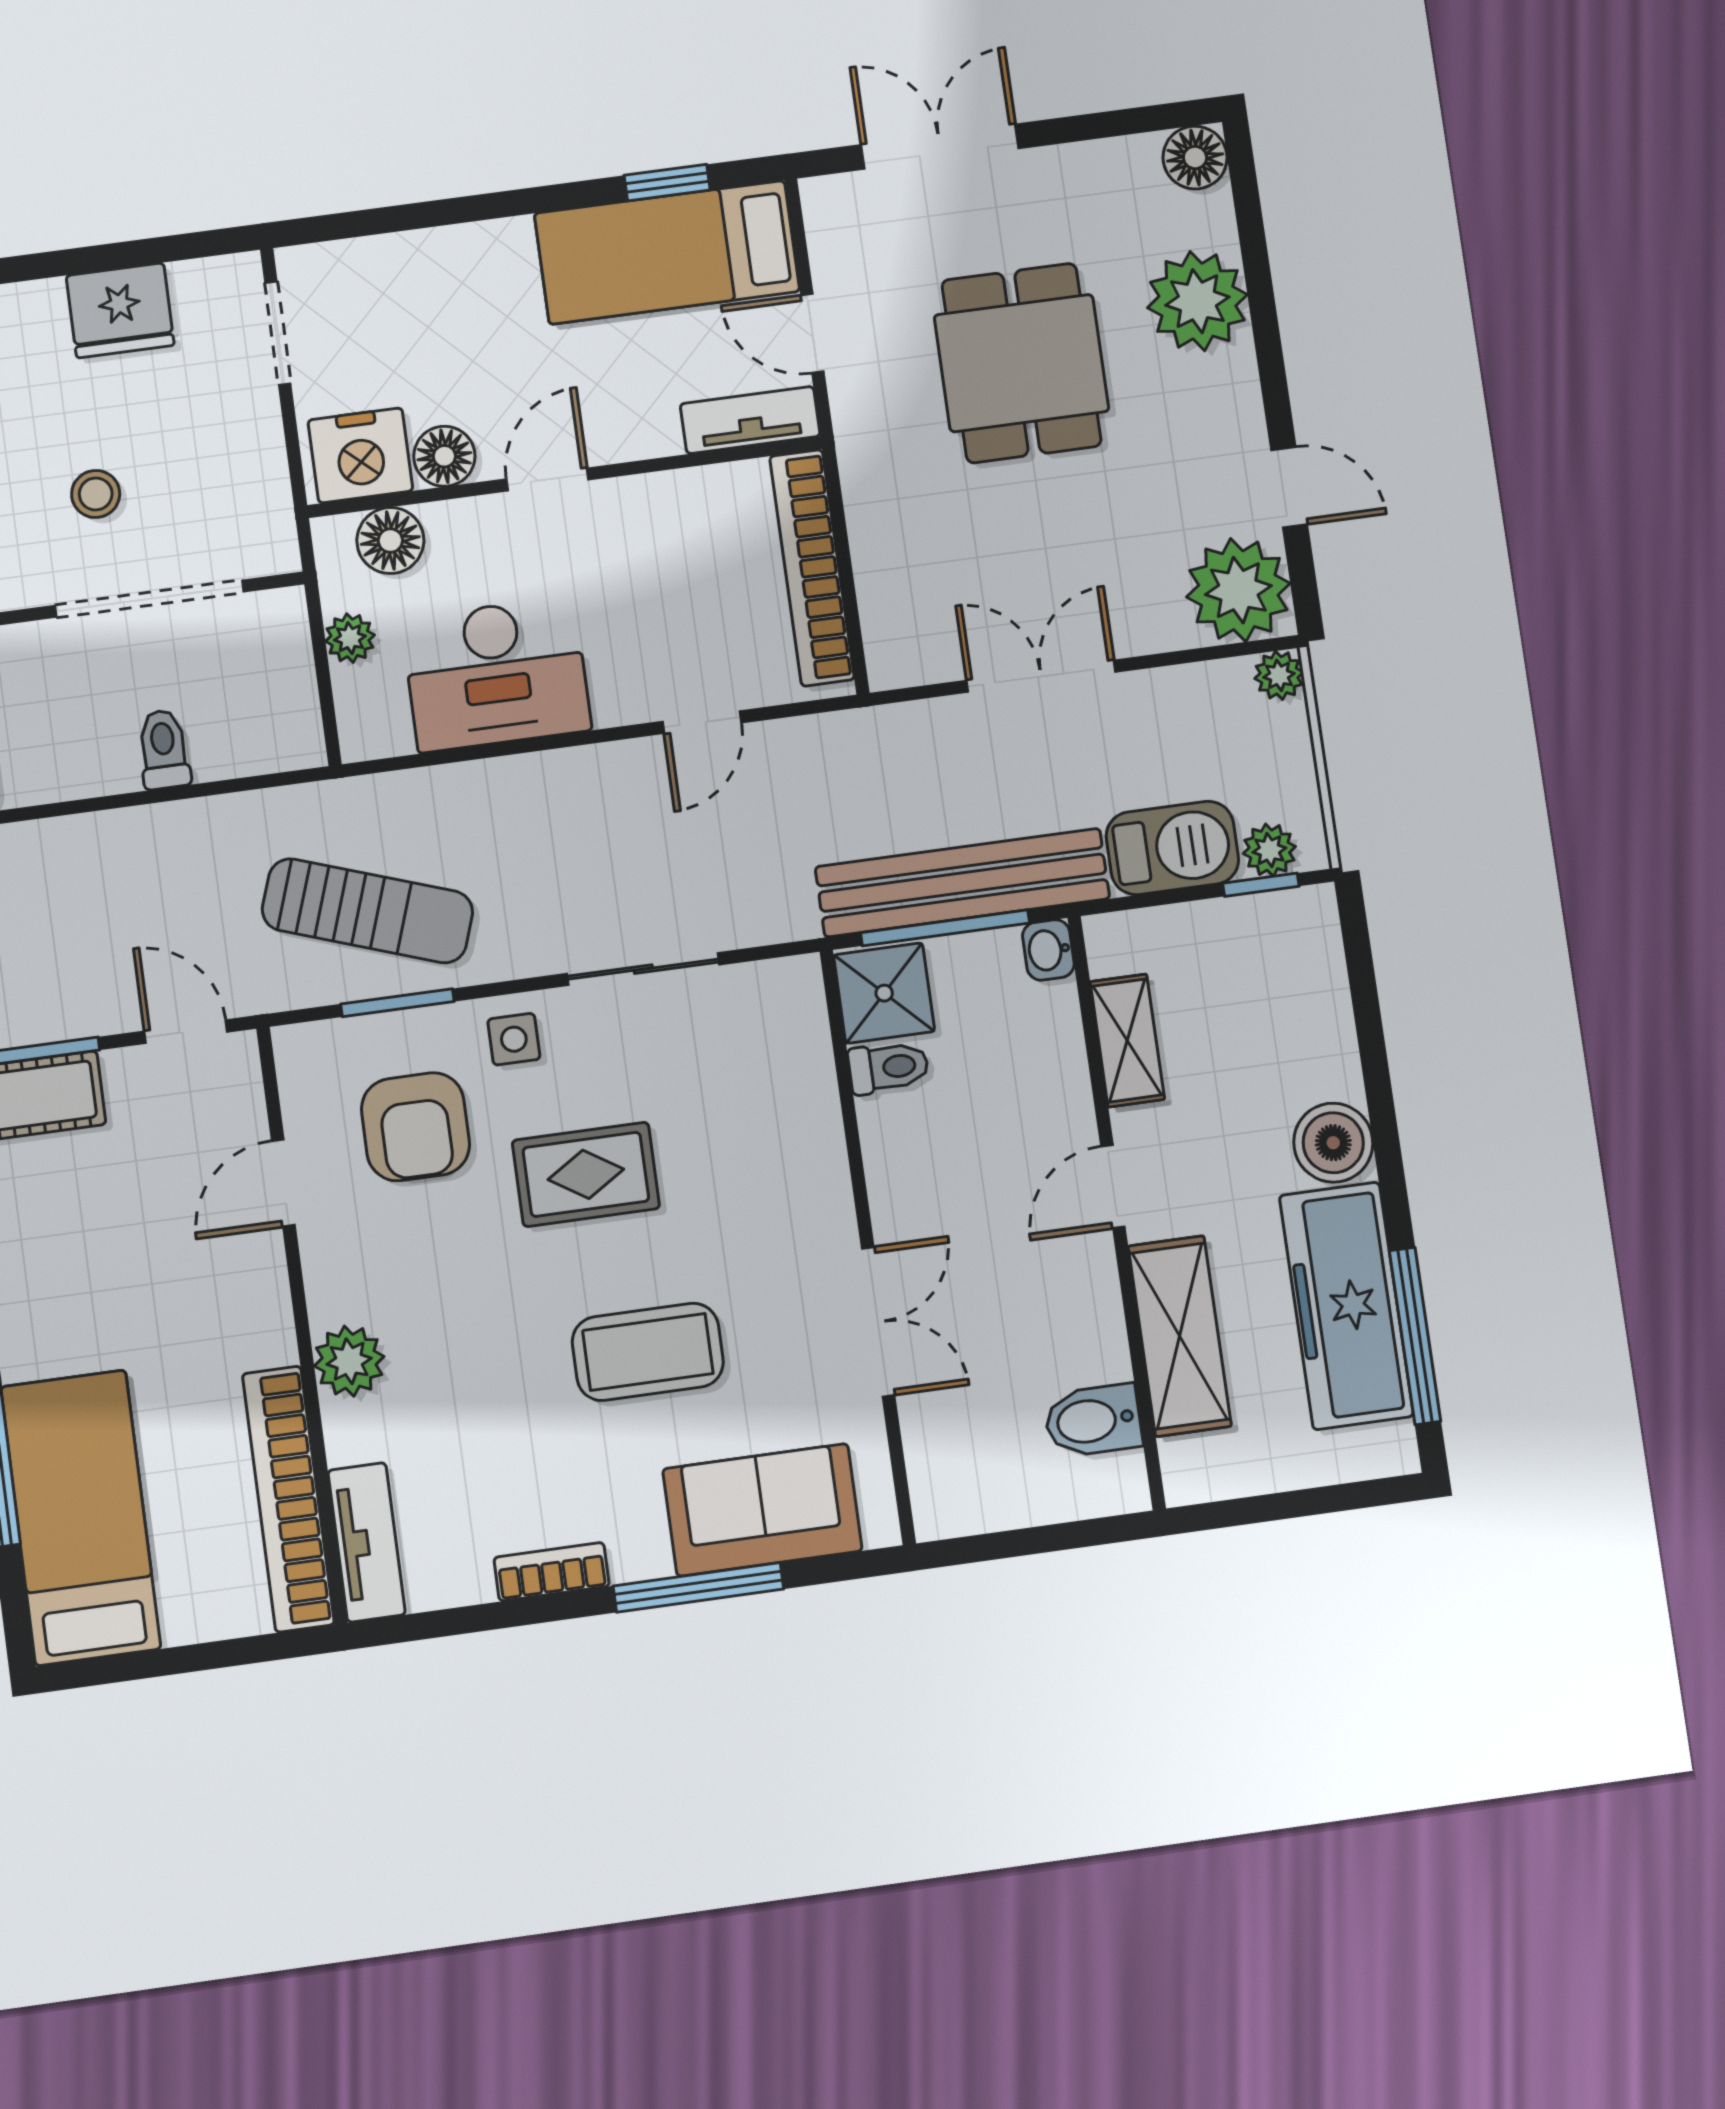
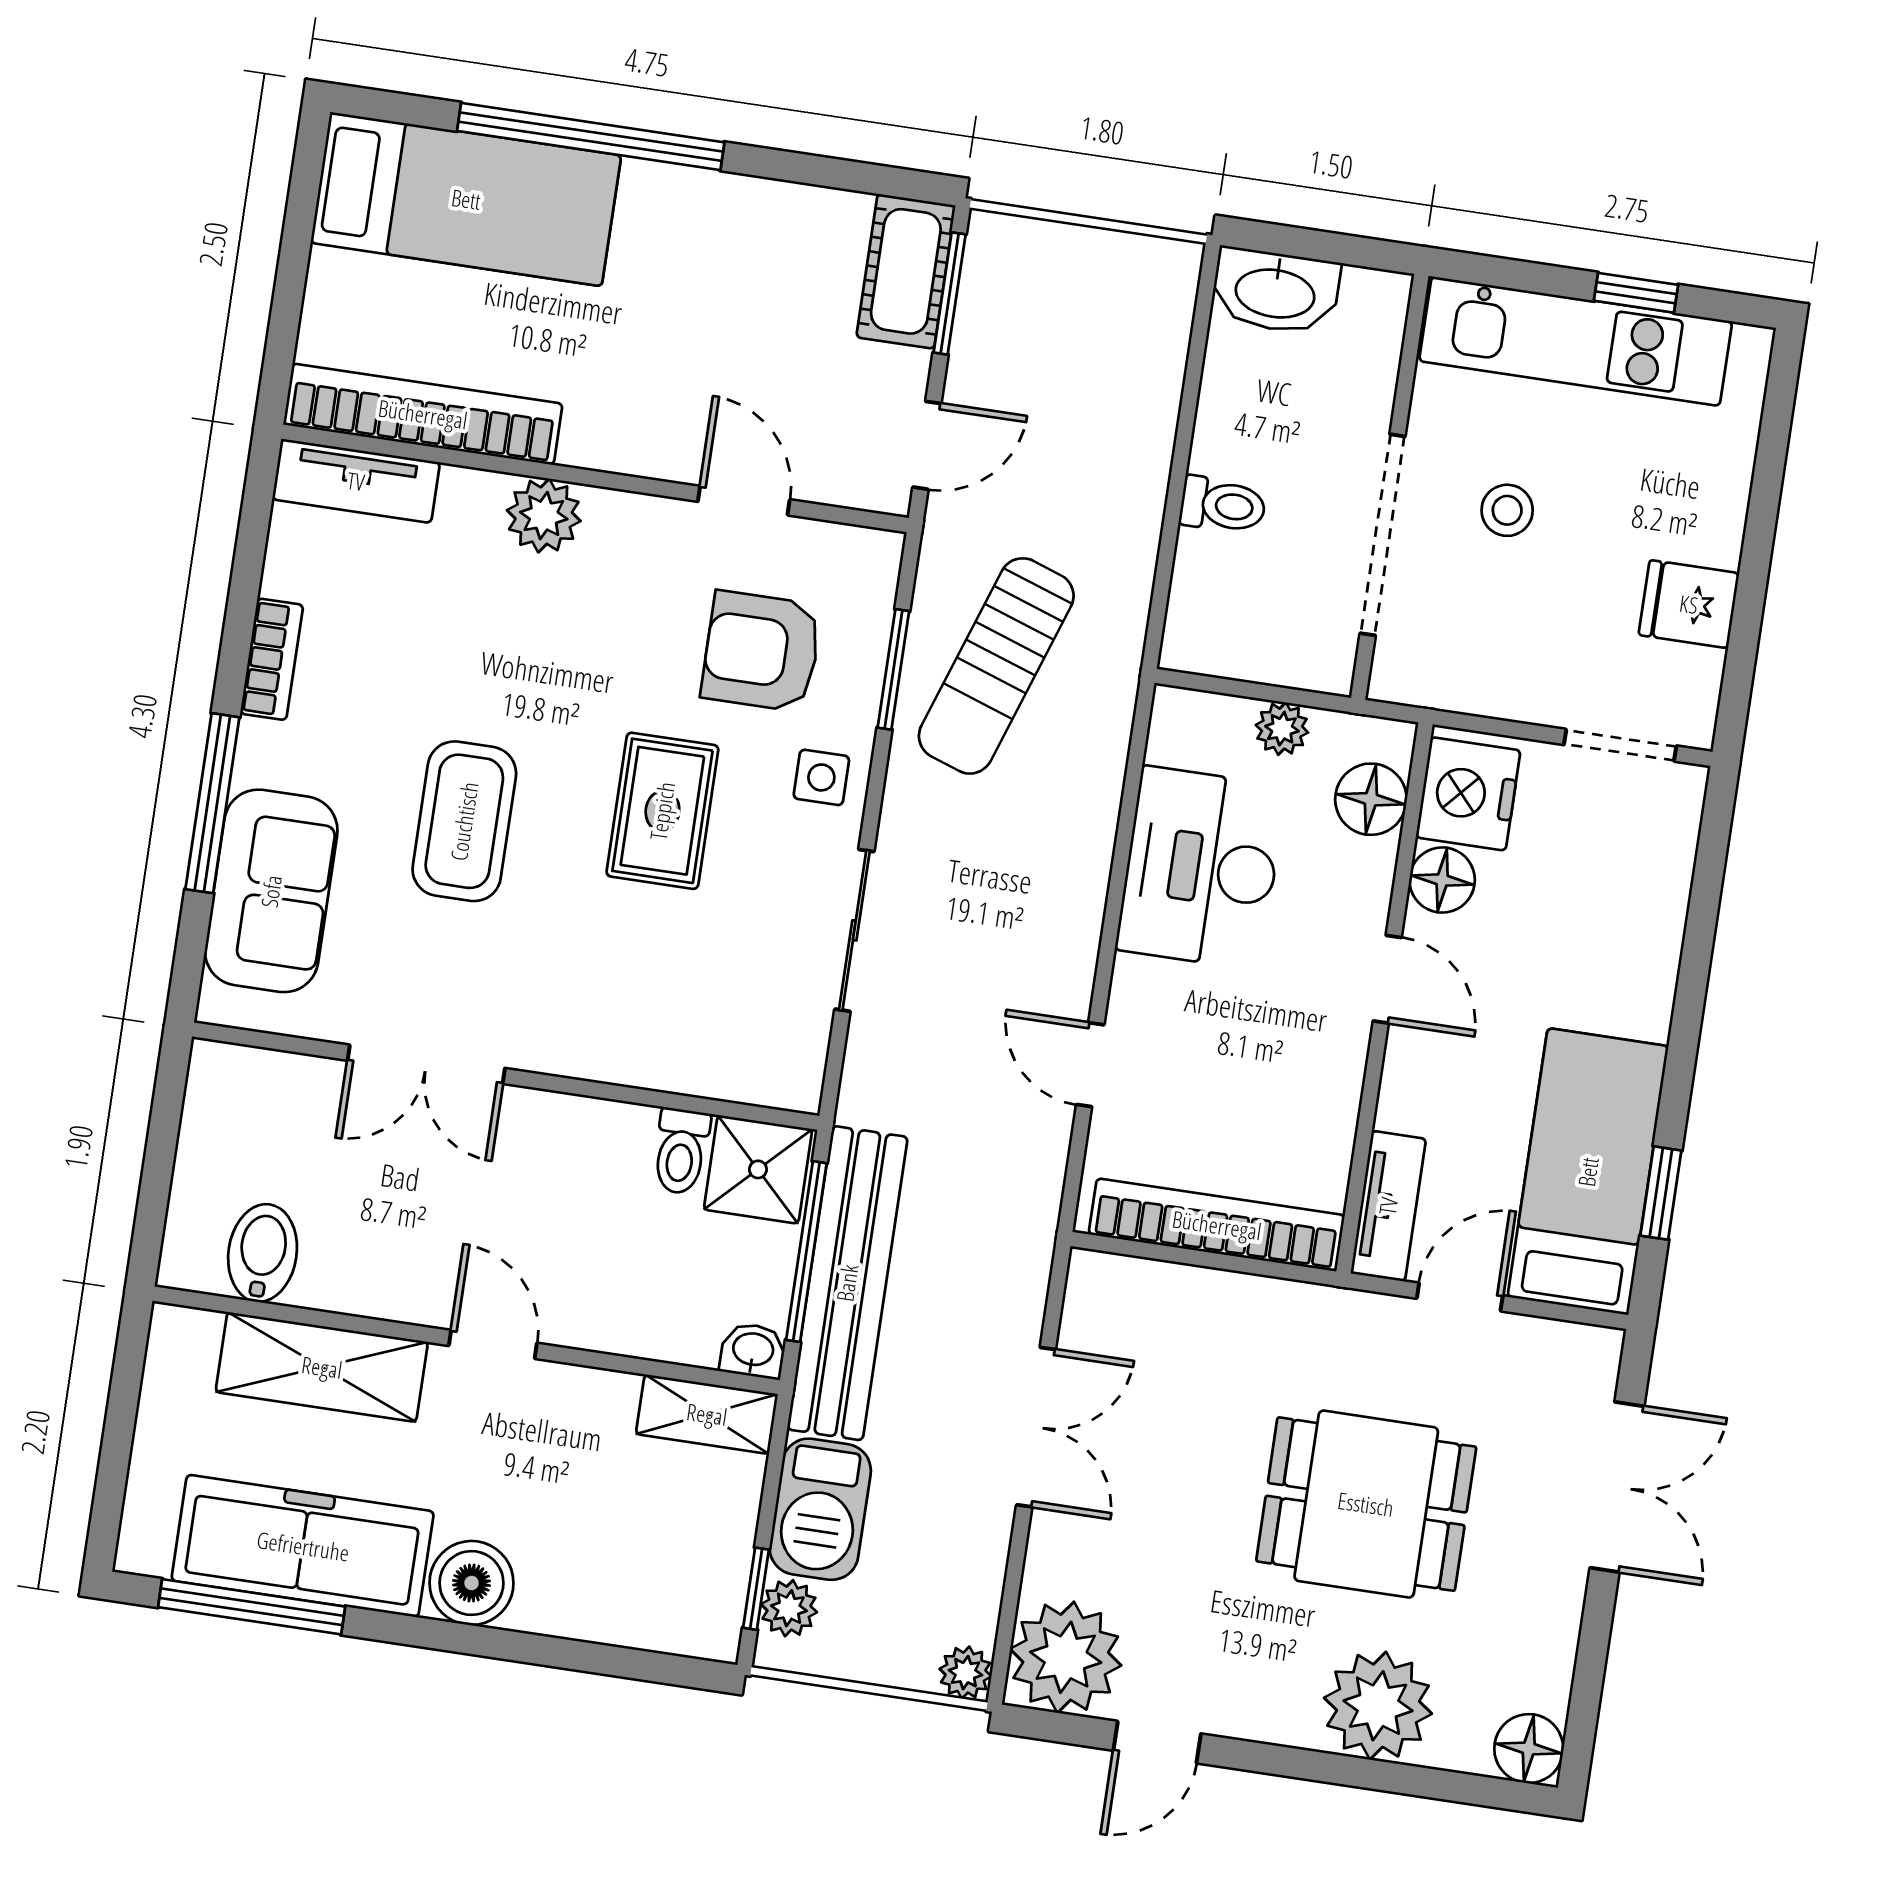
fridge: (120, 310) -> (1689, 604), width x0.72
shelving: (1127, 1041) -> (707, 1414), moved

